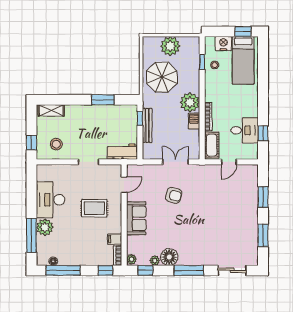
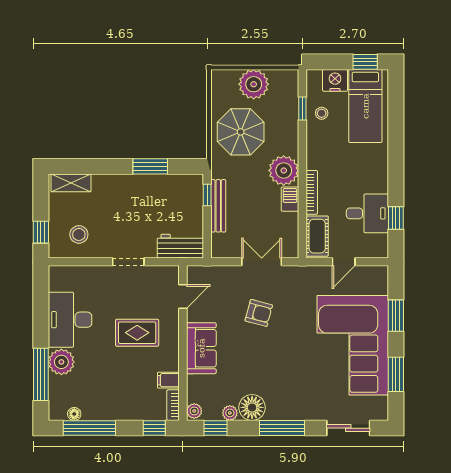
corner sofa: (235, 216) -> (353, 345), added

